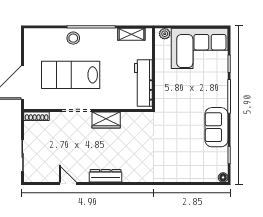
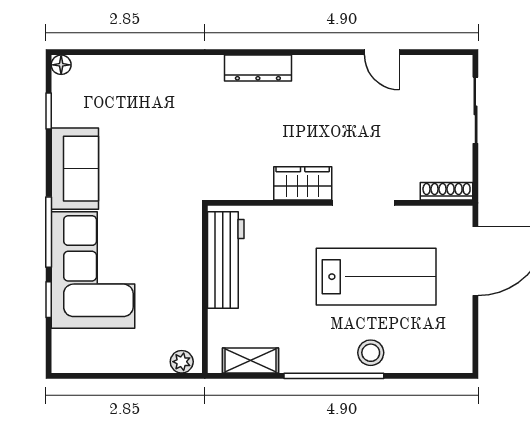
corner sofa: (200, 48) -> (93, 270), moved, turned 90
dresser: (106, 176) -> (258, 68), moved

